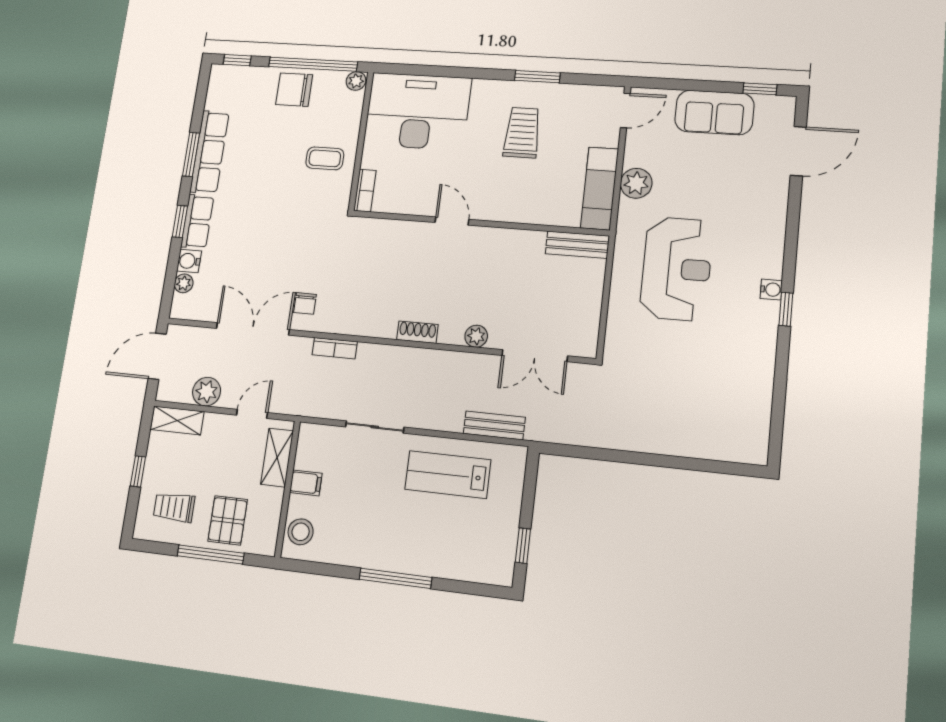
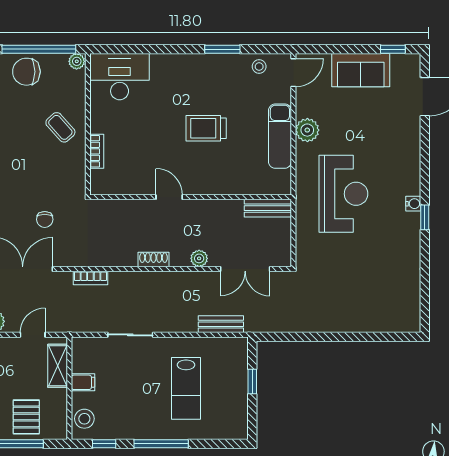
stool: (582, 100) -> (259, 67), added
desk: (417, 111) -> (120, 77), width x0.73, depth x0.77
trolley: (522, 133) -> (206, 128), moved, turned -90
coffee table: (325, 158) -> (60, 127), turned 48
door: (452, 221) -> (169, 197), moved
wall: (479, 223) -> (191, 197), moved
bench: (577, 245) -> (268, 208), moved
chair: (305, 303) -> (45, 219), moved
lab bench: (448, 475) -> (186, 388), moved, turned -90
window: (523, 546) -> (252, 382), moved
window: (321, 569) -> (104, 444), added

